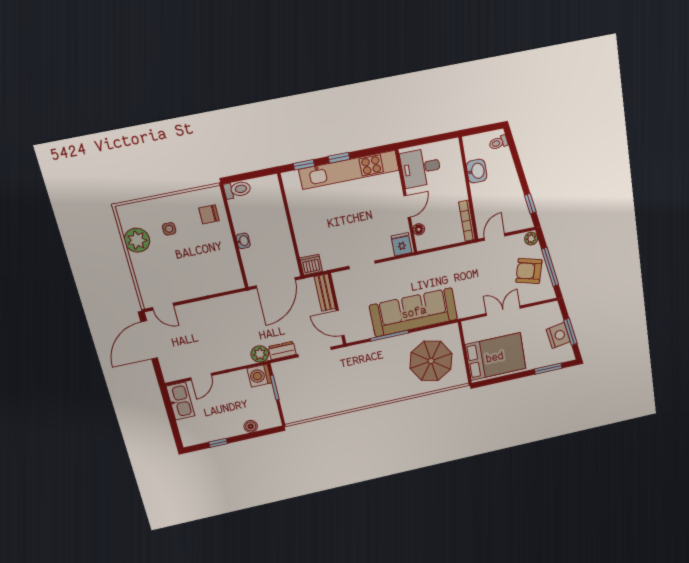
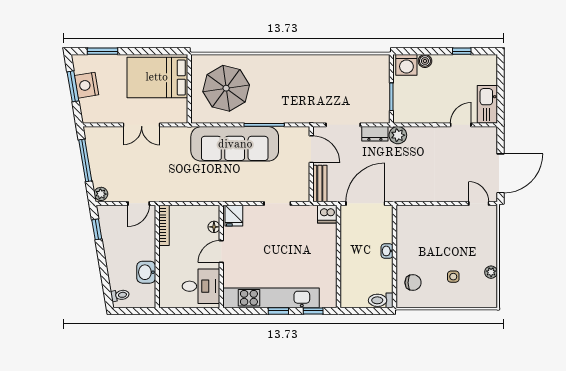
plant: (137, 240) -> (491, 272), width x0.53, depth x0.53
armchair: (529, 271) -> (108, 161), removed
washing machine: (259, 376) -> (406, 65), moved, turned 90

